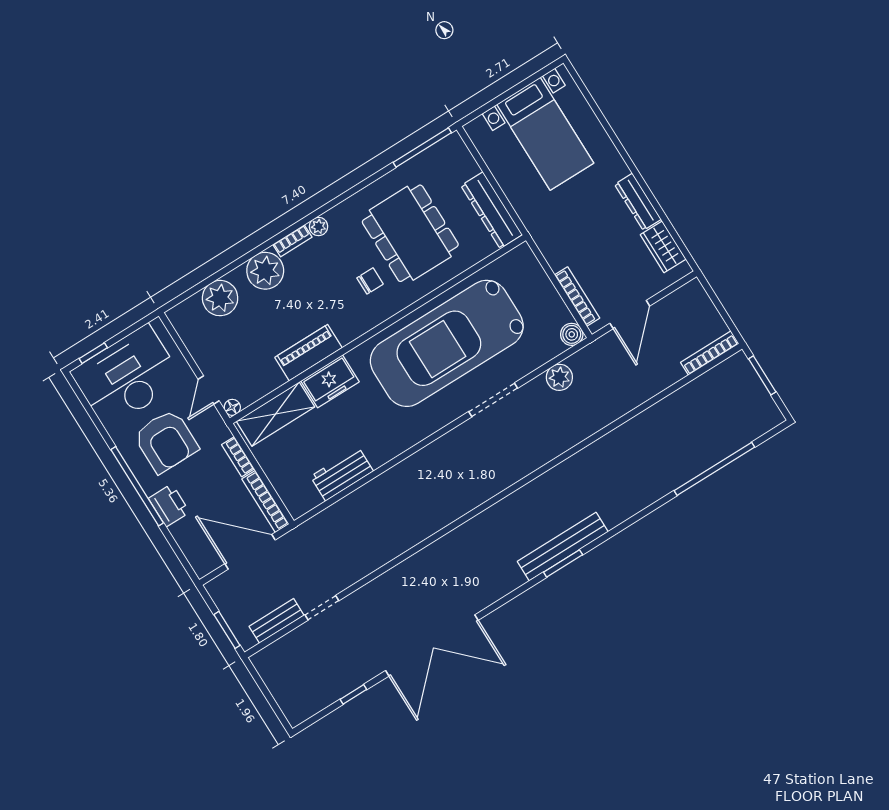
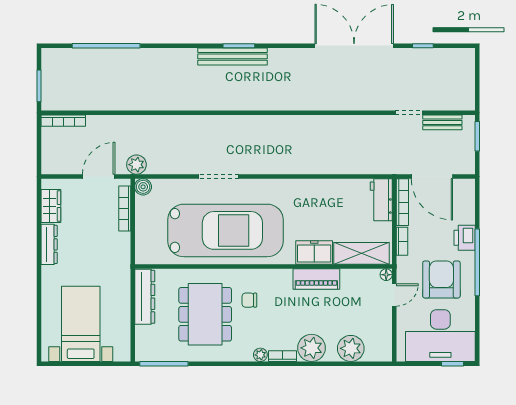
plant: (559, 377) -> (136, 165), moved
workbench: (342, 474) -> (381, 200), moved, turned 90

